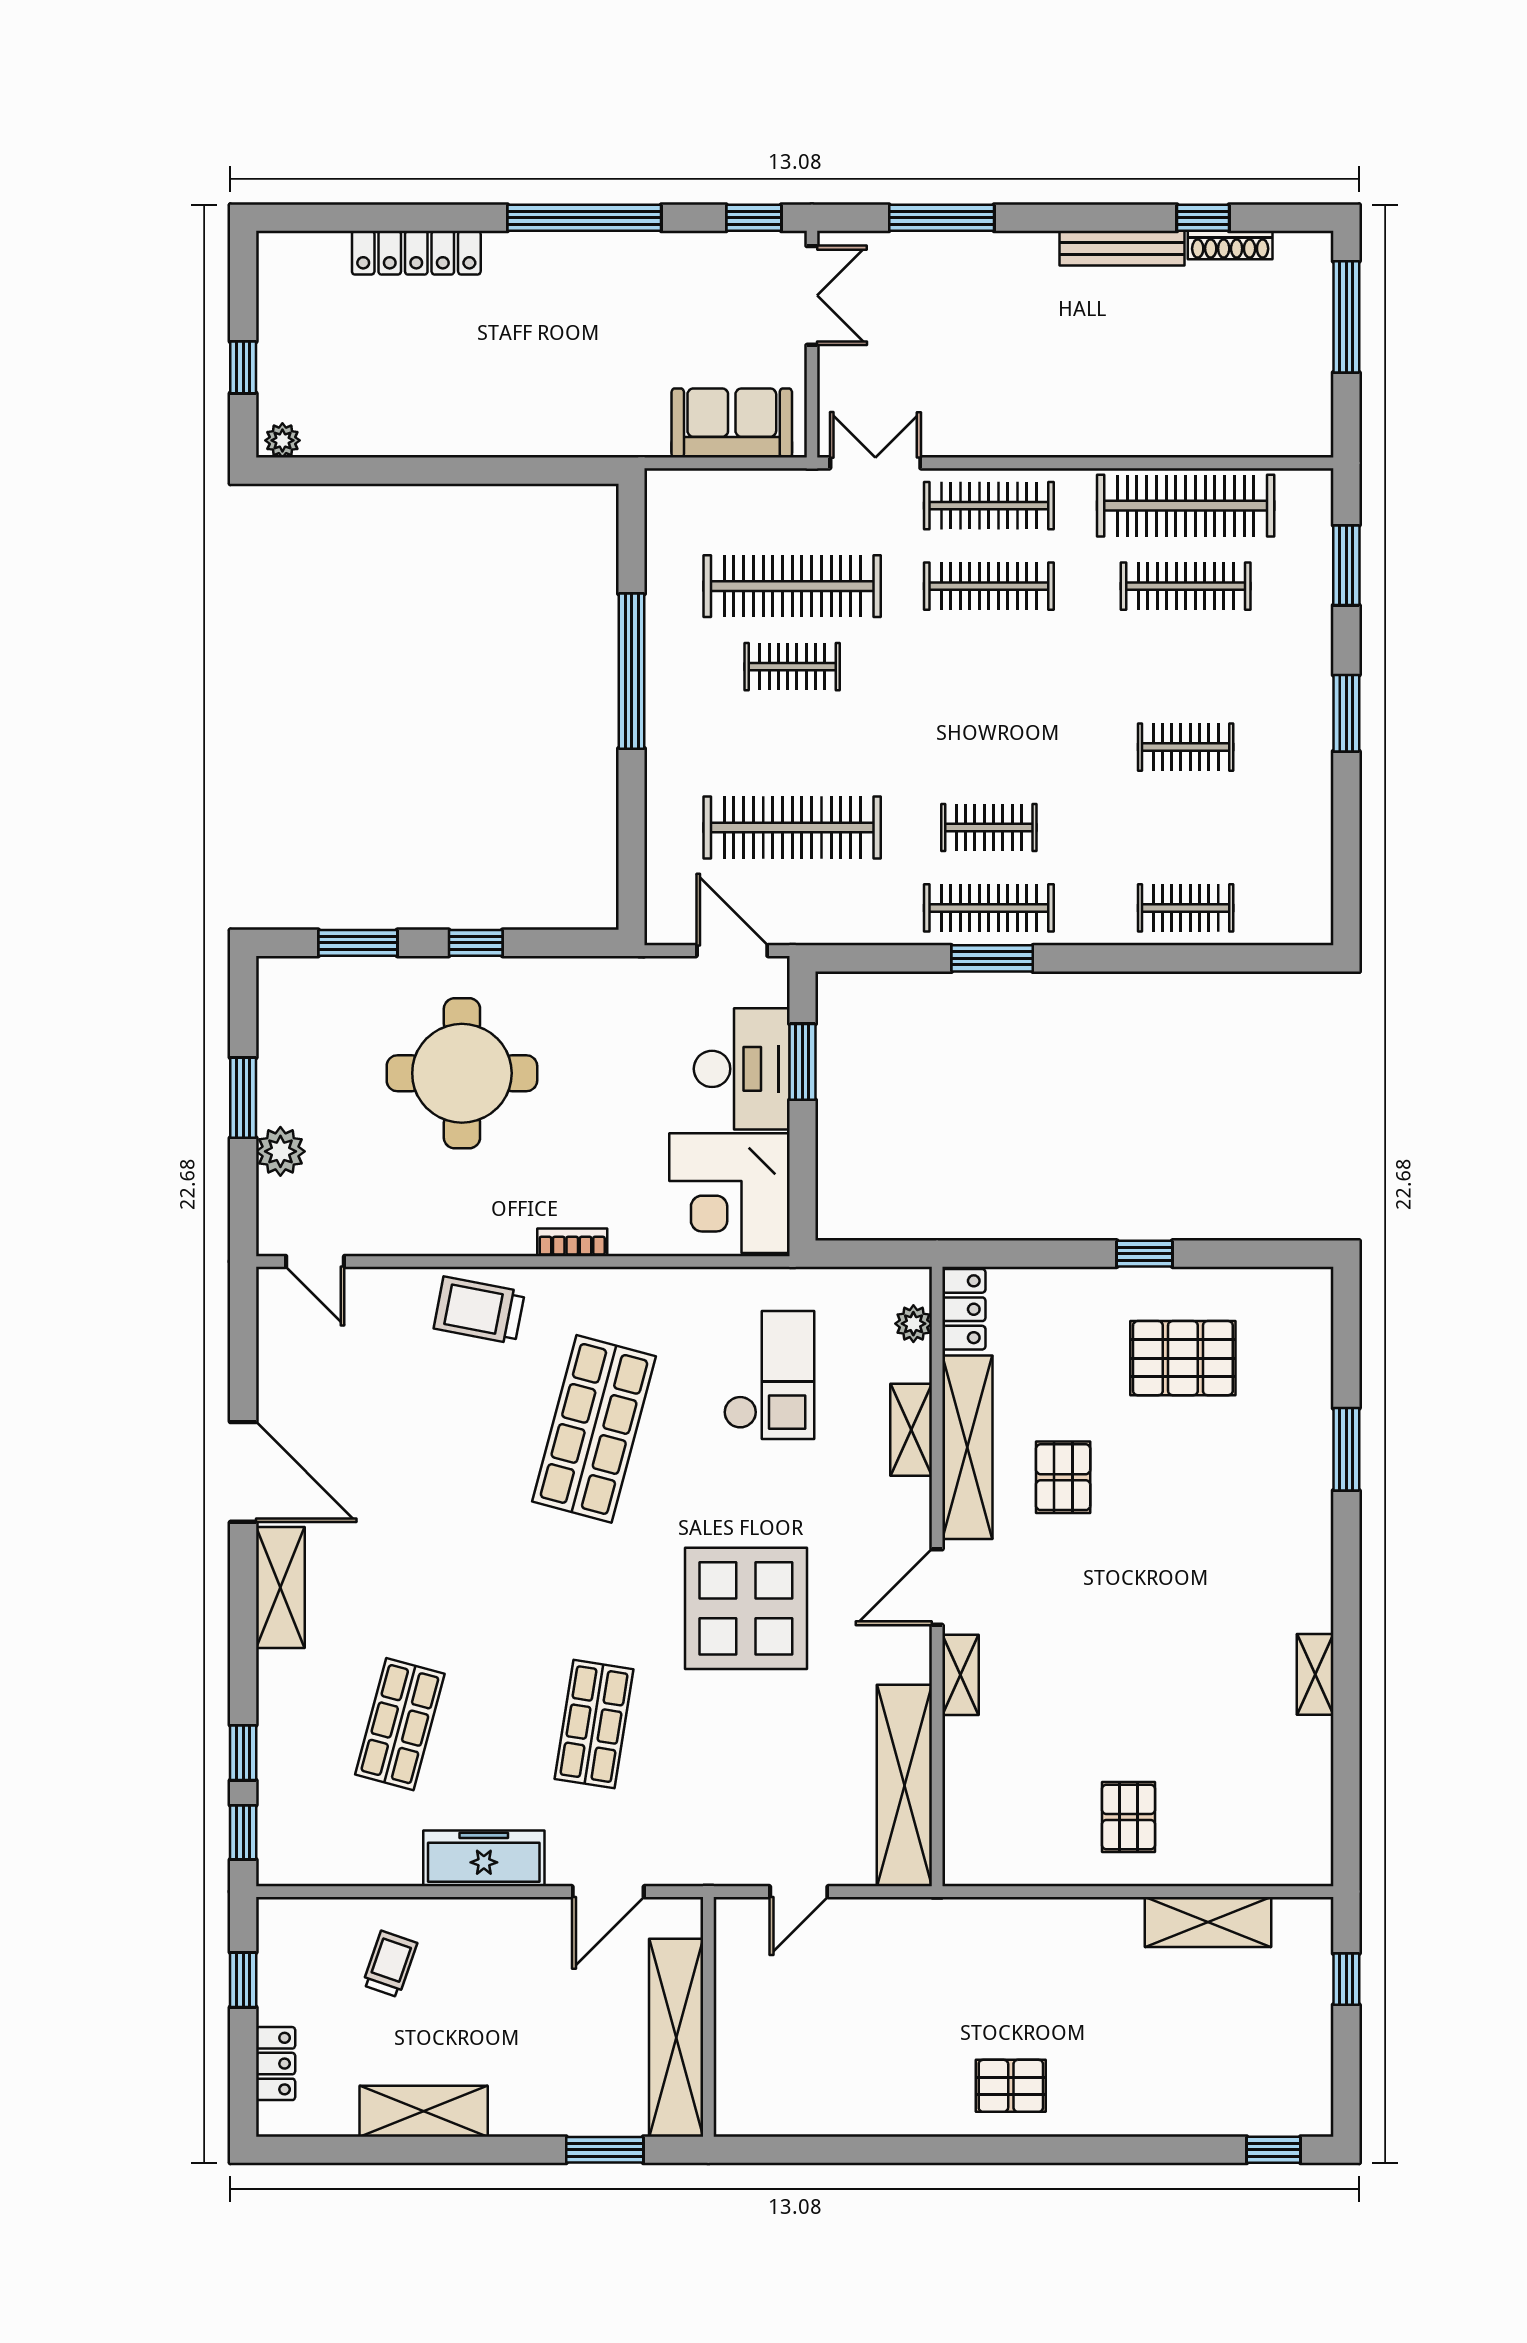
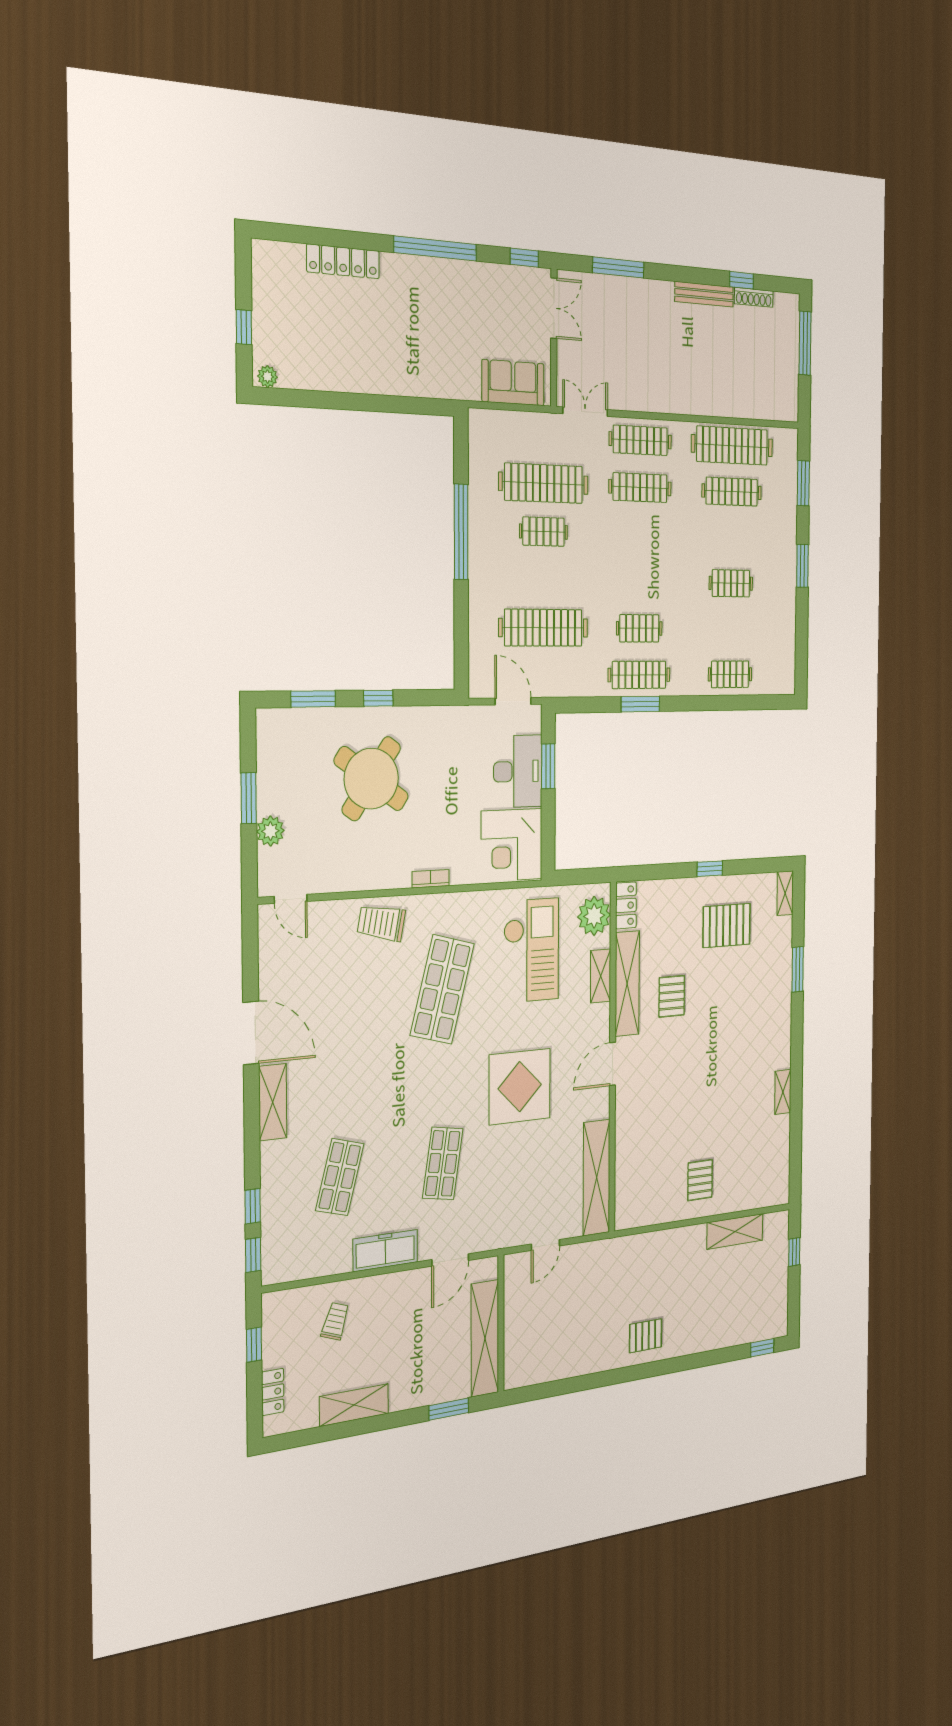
round table: (462, 1073) -> (371, 779), turned 35
plant: (913, 1324) -> (594, 916), width x1.87, depth x1.87
checkout: (769, 1375) -> (531, 950), width x1.36, depth x1.21
shelving: (960, 1675) -> (785, 893), moved

